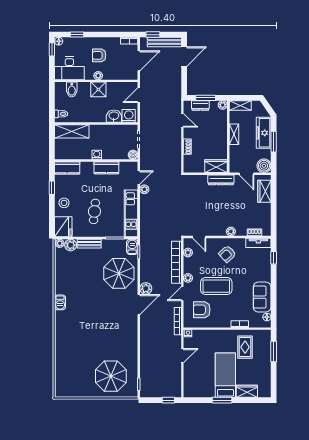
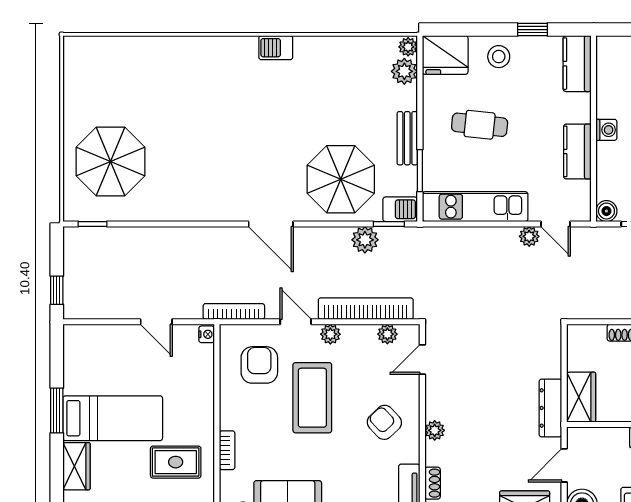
bench: (89, 244) -> (407, 138), moved
plant: (146, 288) -> (365, 240), moved

